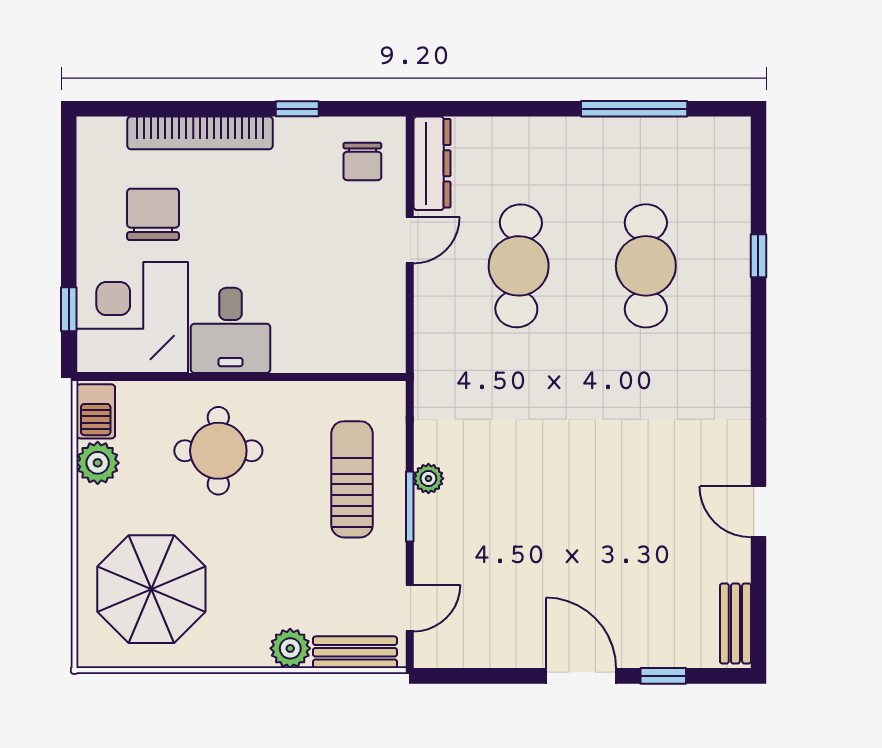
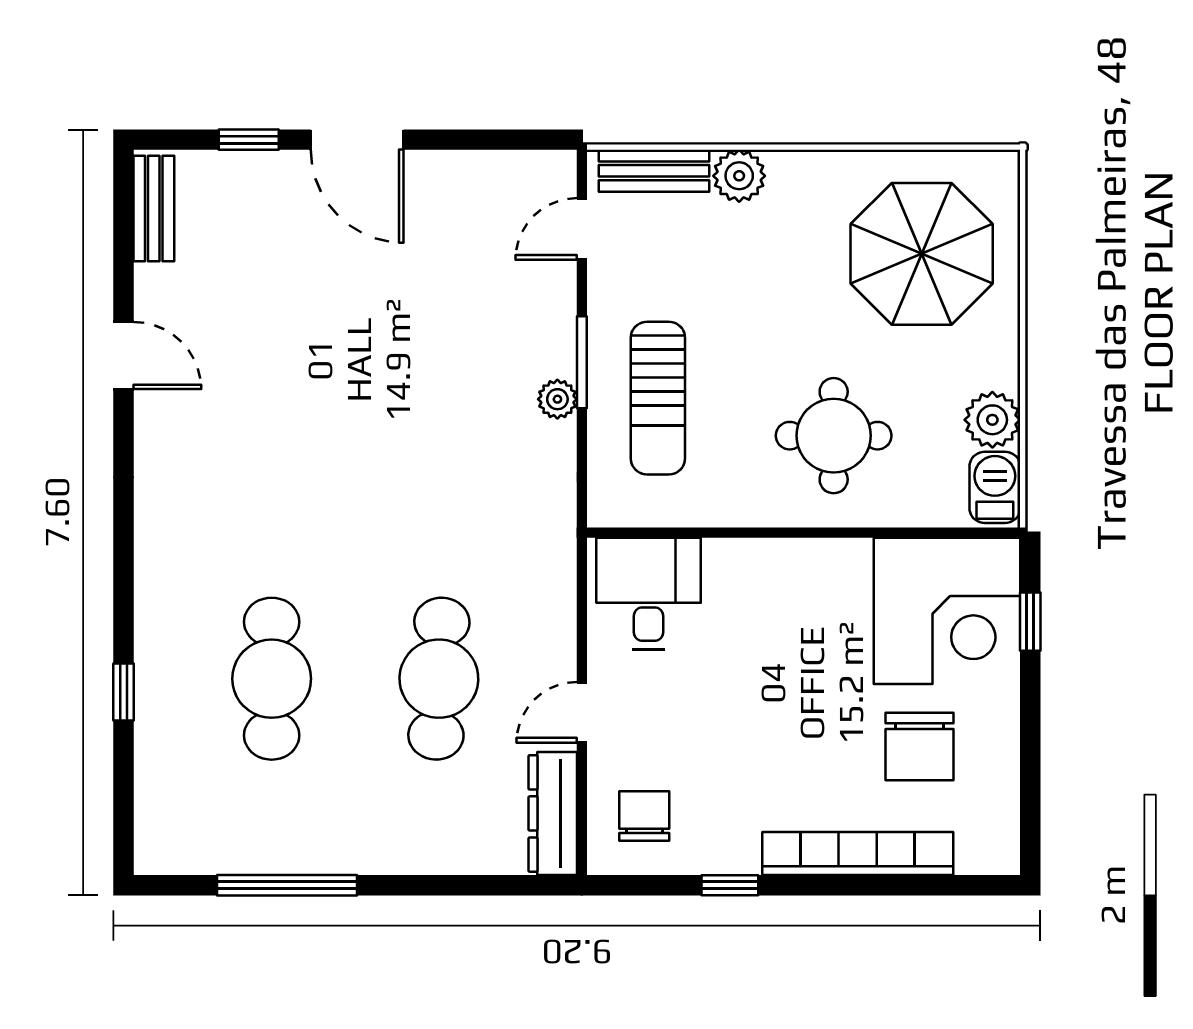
desk: (230, 330) -> (648, 594), moved

